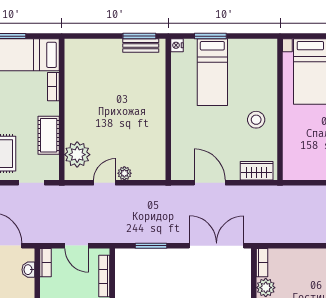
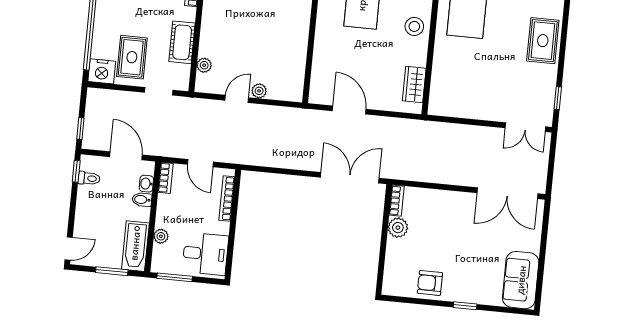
stool: (256, 120) -> (414, 26), moved
plant: (77, 155) -> (204, 65), width x0.53, depth x0.53
wardrobe: (257, 171) -> (414, 84), moved, turned -90
window: (151, 246) -> (280, 171), removed
bidet: (26, 285) -> (142, 200), added

